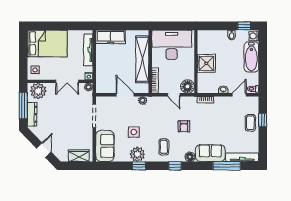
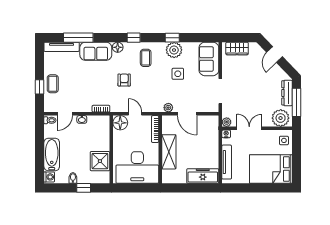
window: (244, 26) -> (84, 188), moved
shelving: (142, 59) -> (169, 152), width x0.68
shower: (206, 63) -> (100, 161), moved

